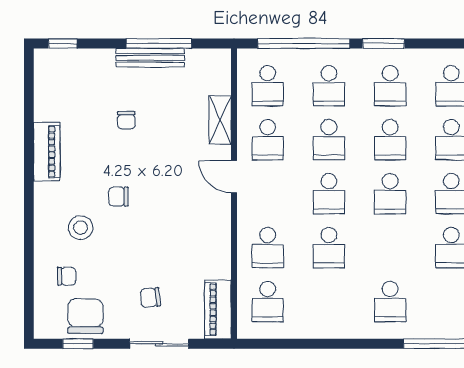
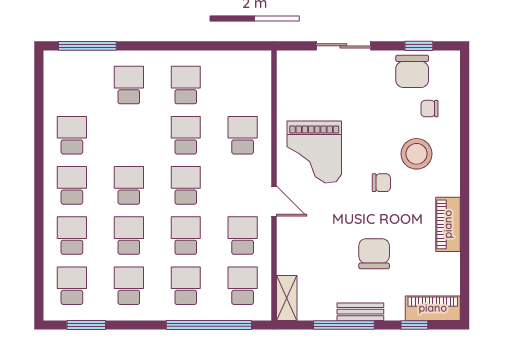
window: (63, 44) -> (414, 325), moved
window: (383, 44) -> (86, 325), moved
bench: (150, 58) -> (360, 312), width x0.73
chair: (126, 120) -> (374, 254), width x1.87, depth x1.87
shelving: (220, 120) -> (287, 298), moved
stool: (81, 228) -> (417, 154), width x1.38, depth x1.38
grand piano: (191, 230) -> (314, 152), added
chair: (150, 298) -> (352, 89), removed
school desk: (268, 302) -> (186, 85), moved
piano: (218, 309) -> (433, 308), moved, turned -90

